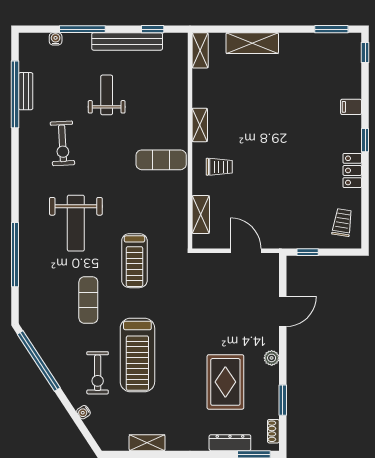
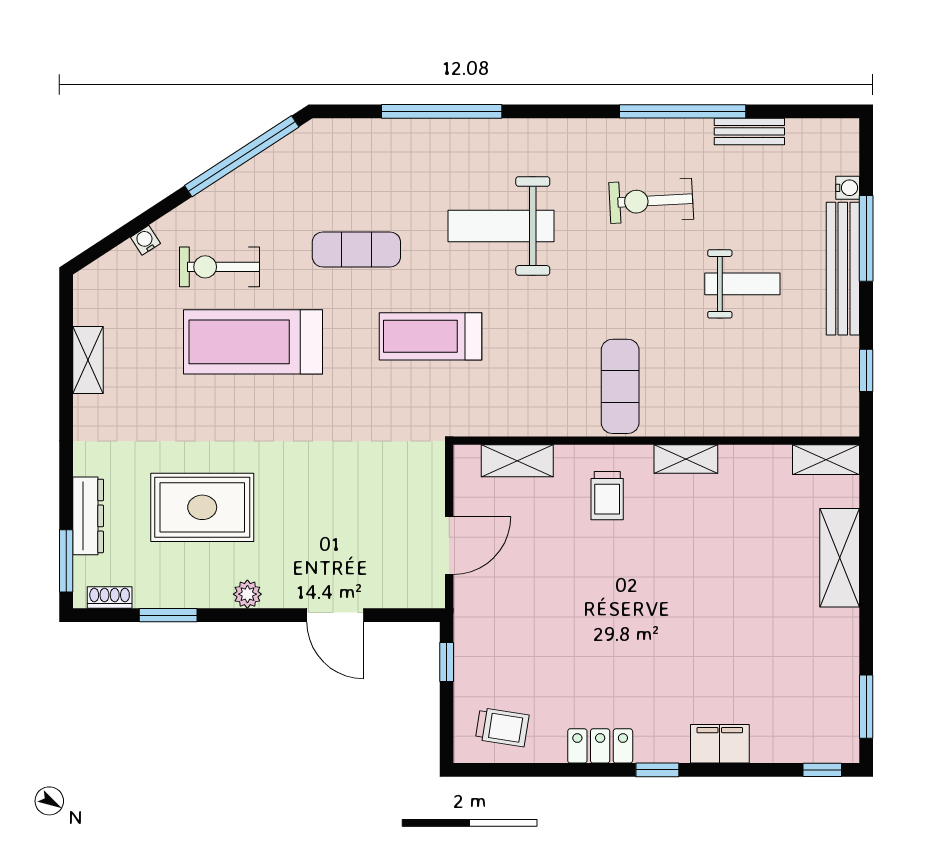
bench: (127, 41) -> (843, 269), moved
window: (15, 94) -> (683, 111), moved
filing cabinet: (351, 107) -> (720, 744), width x2.00

